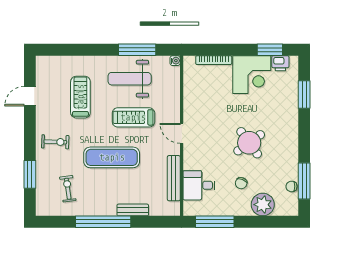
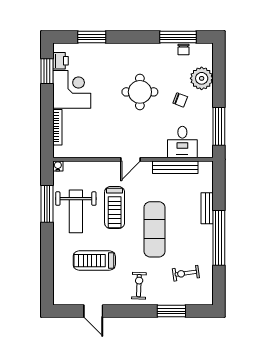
round table: (249, 143) -> (140, 92), turned 36

